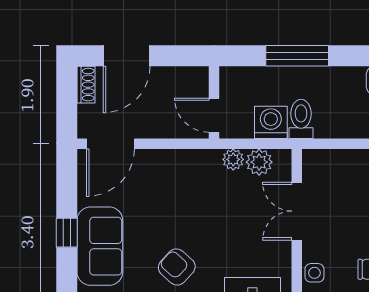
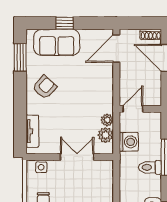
toilet: (301, 119) -> (150, 167), moved, turned 180
door: (110, 144) -> (116, 49), hinge flipped

